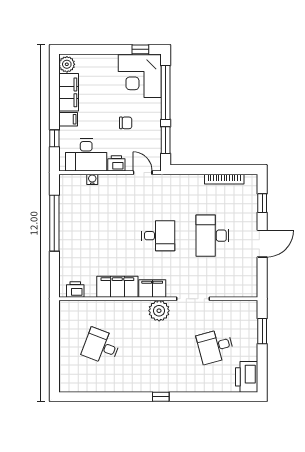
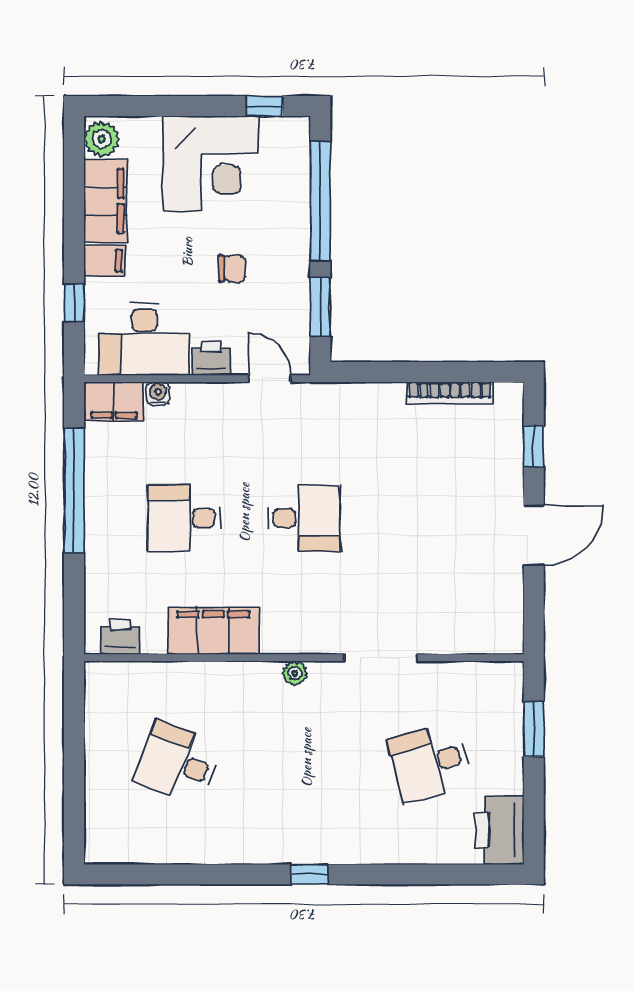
corner desk: (140, 76) -> (211, 163), moved, turned -90
desk: (212, 236) -> (184, 518), moved, width x0.73
filing cabinet: (152, 288) -> (114, 401), moved, turned 180
plant: (159, 311) -> (295, 673), width x0.53, depth x0.53

